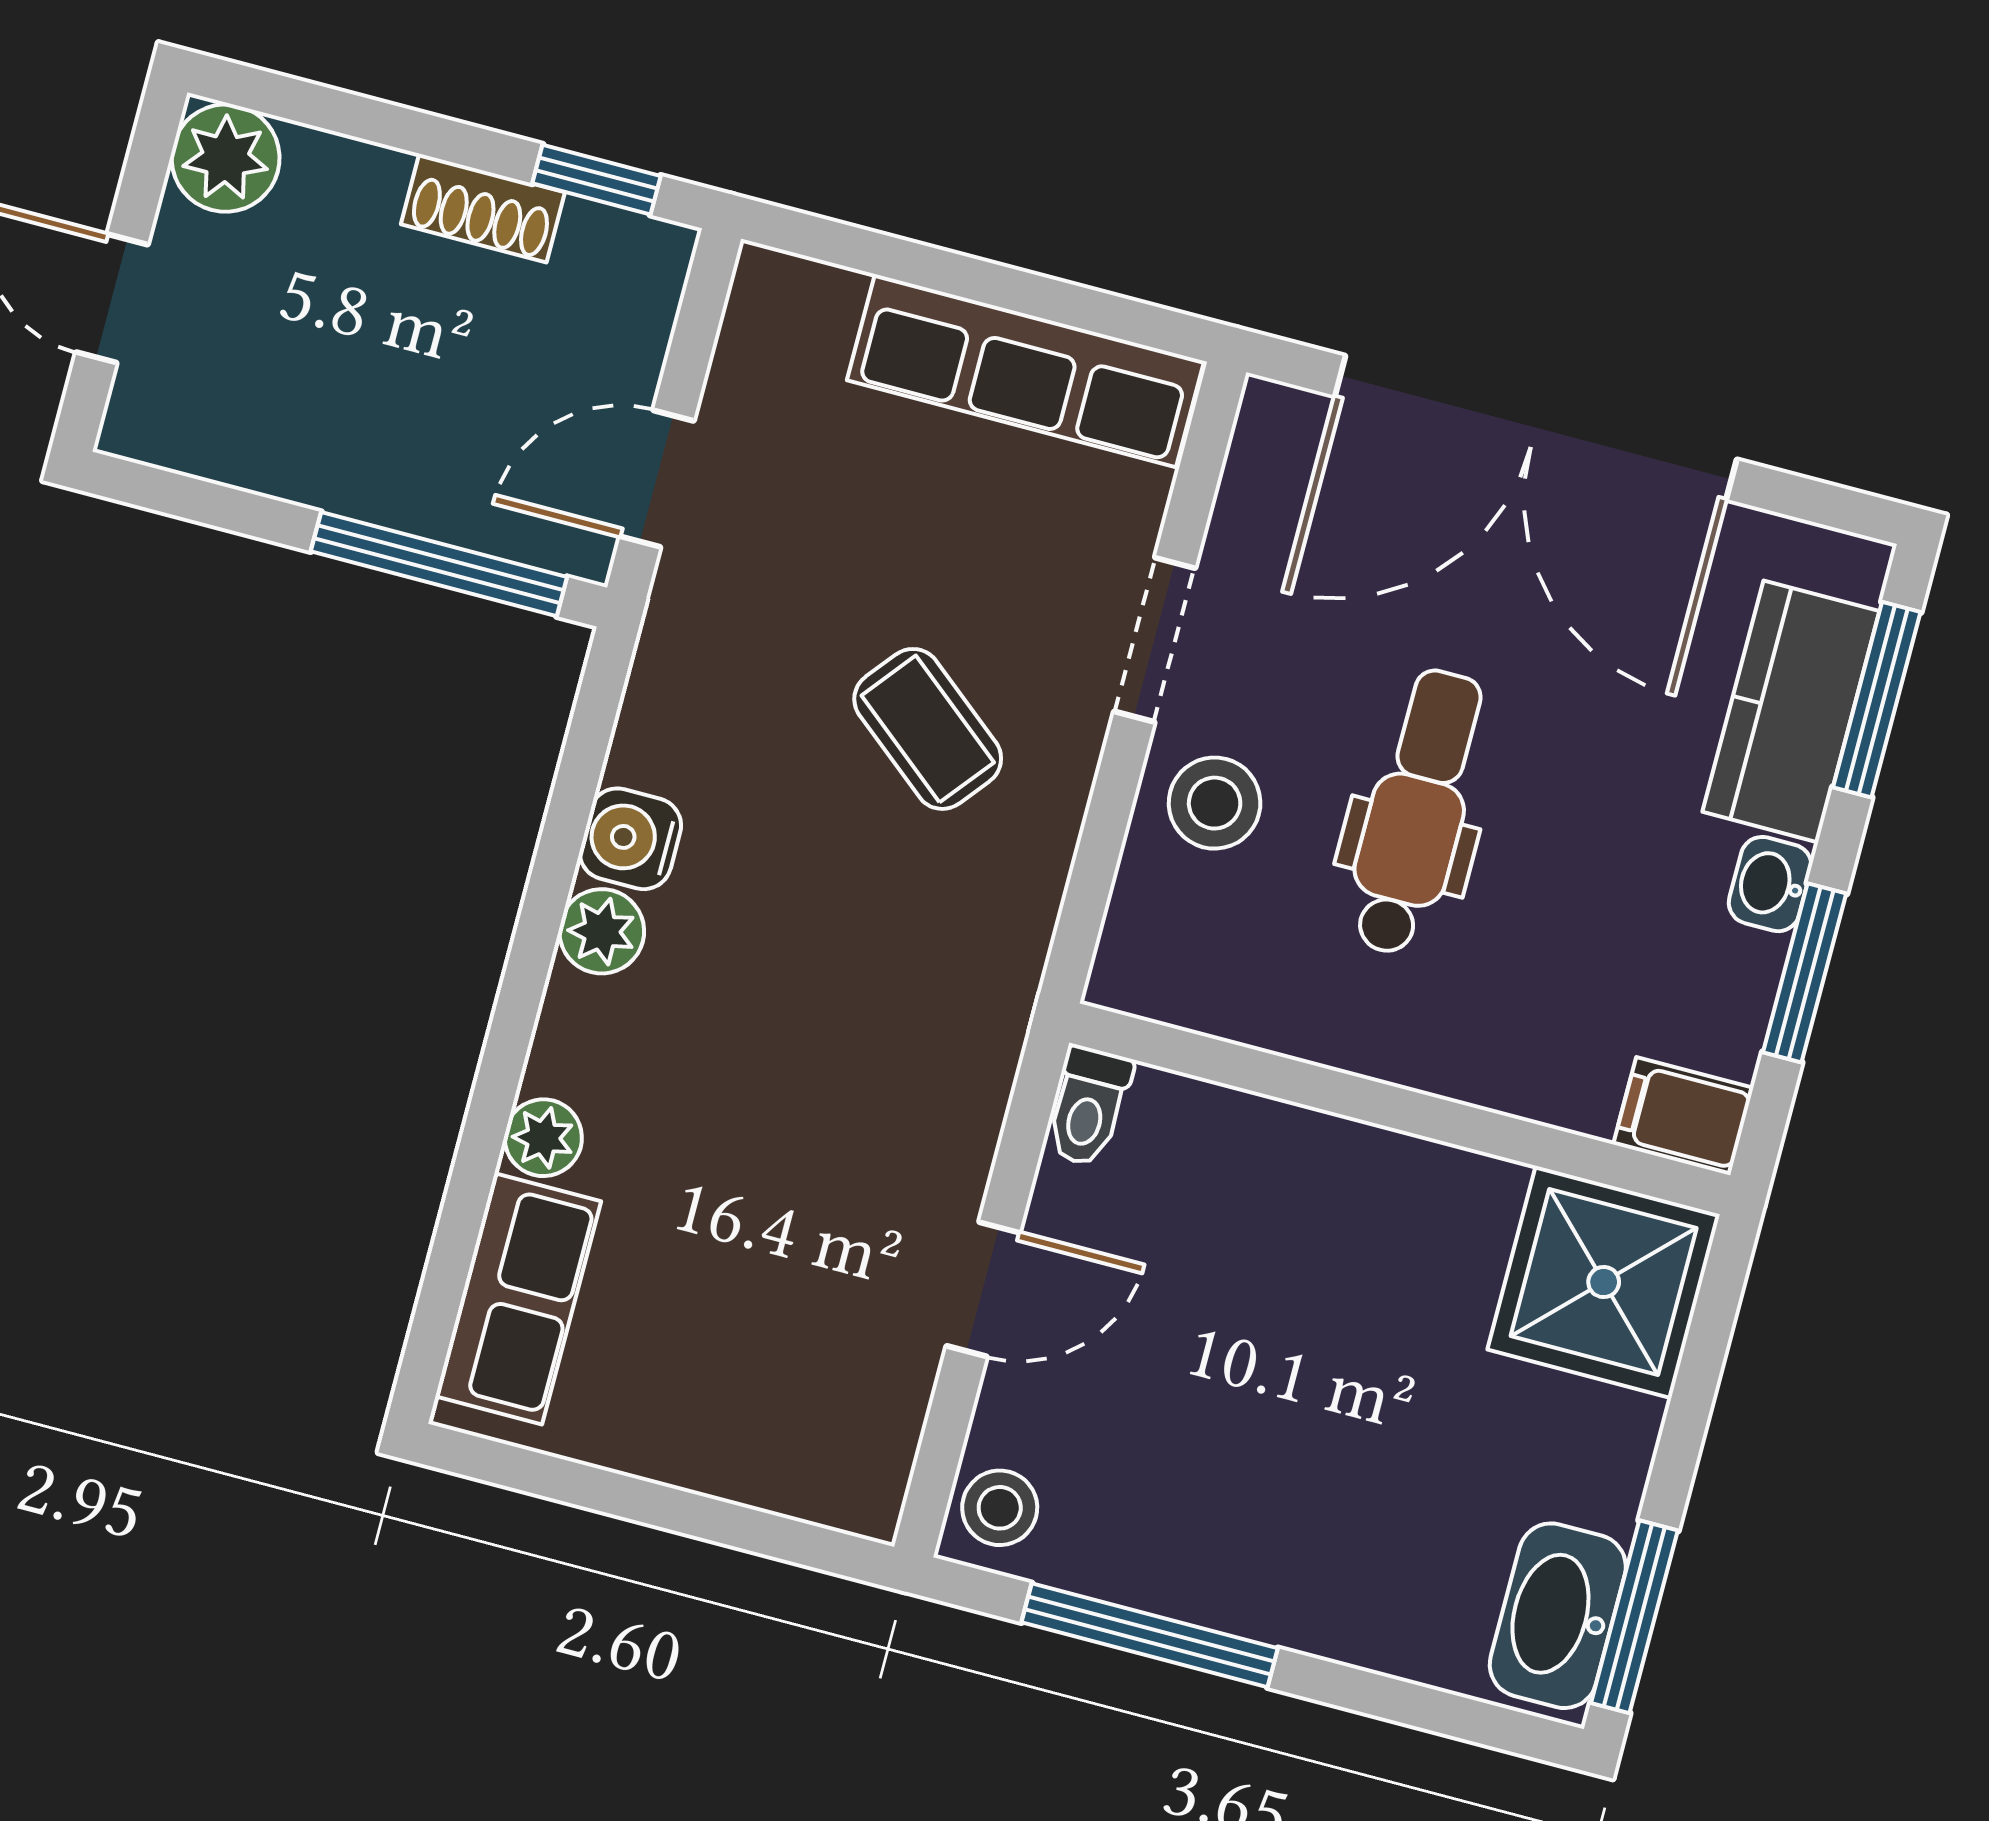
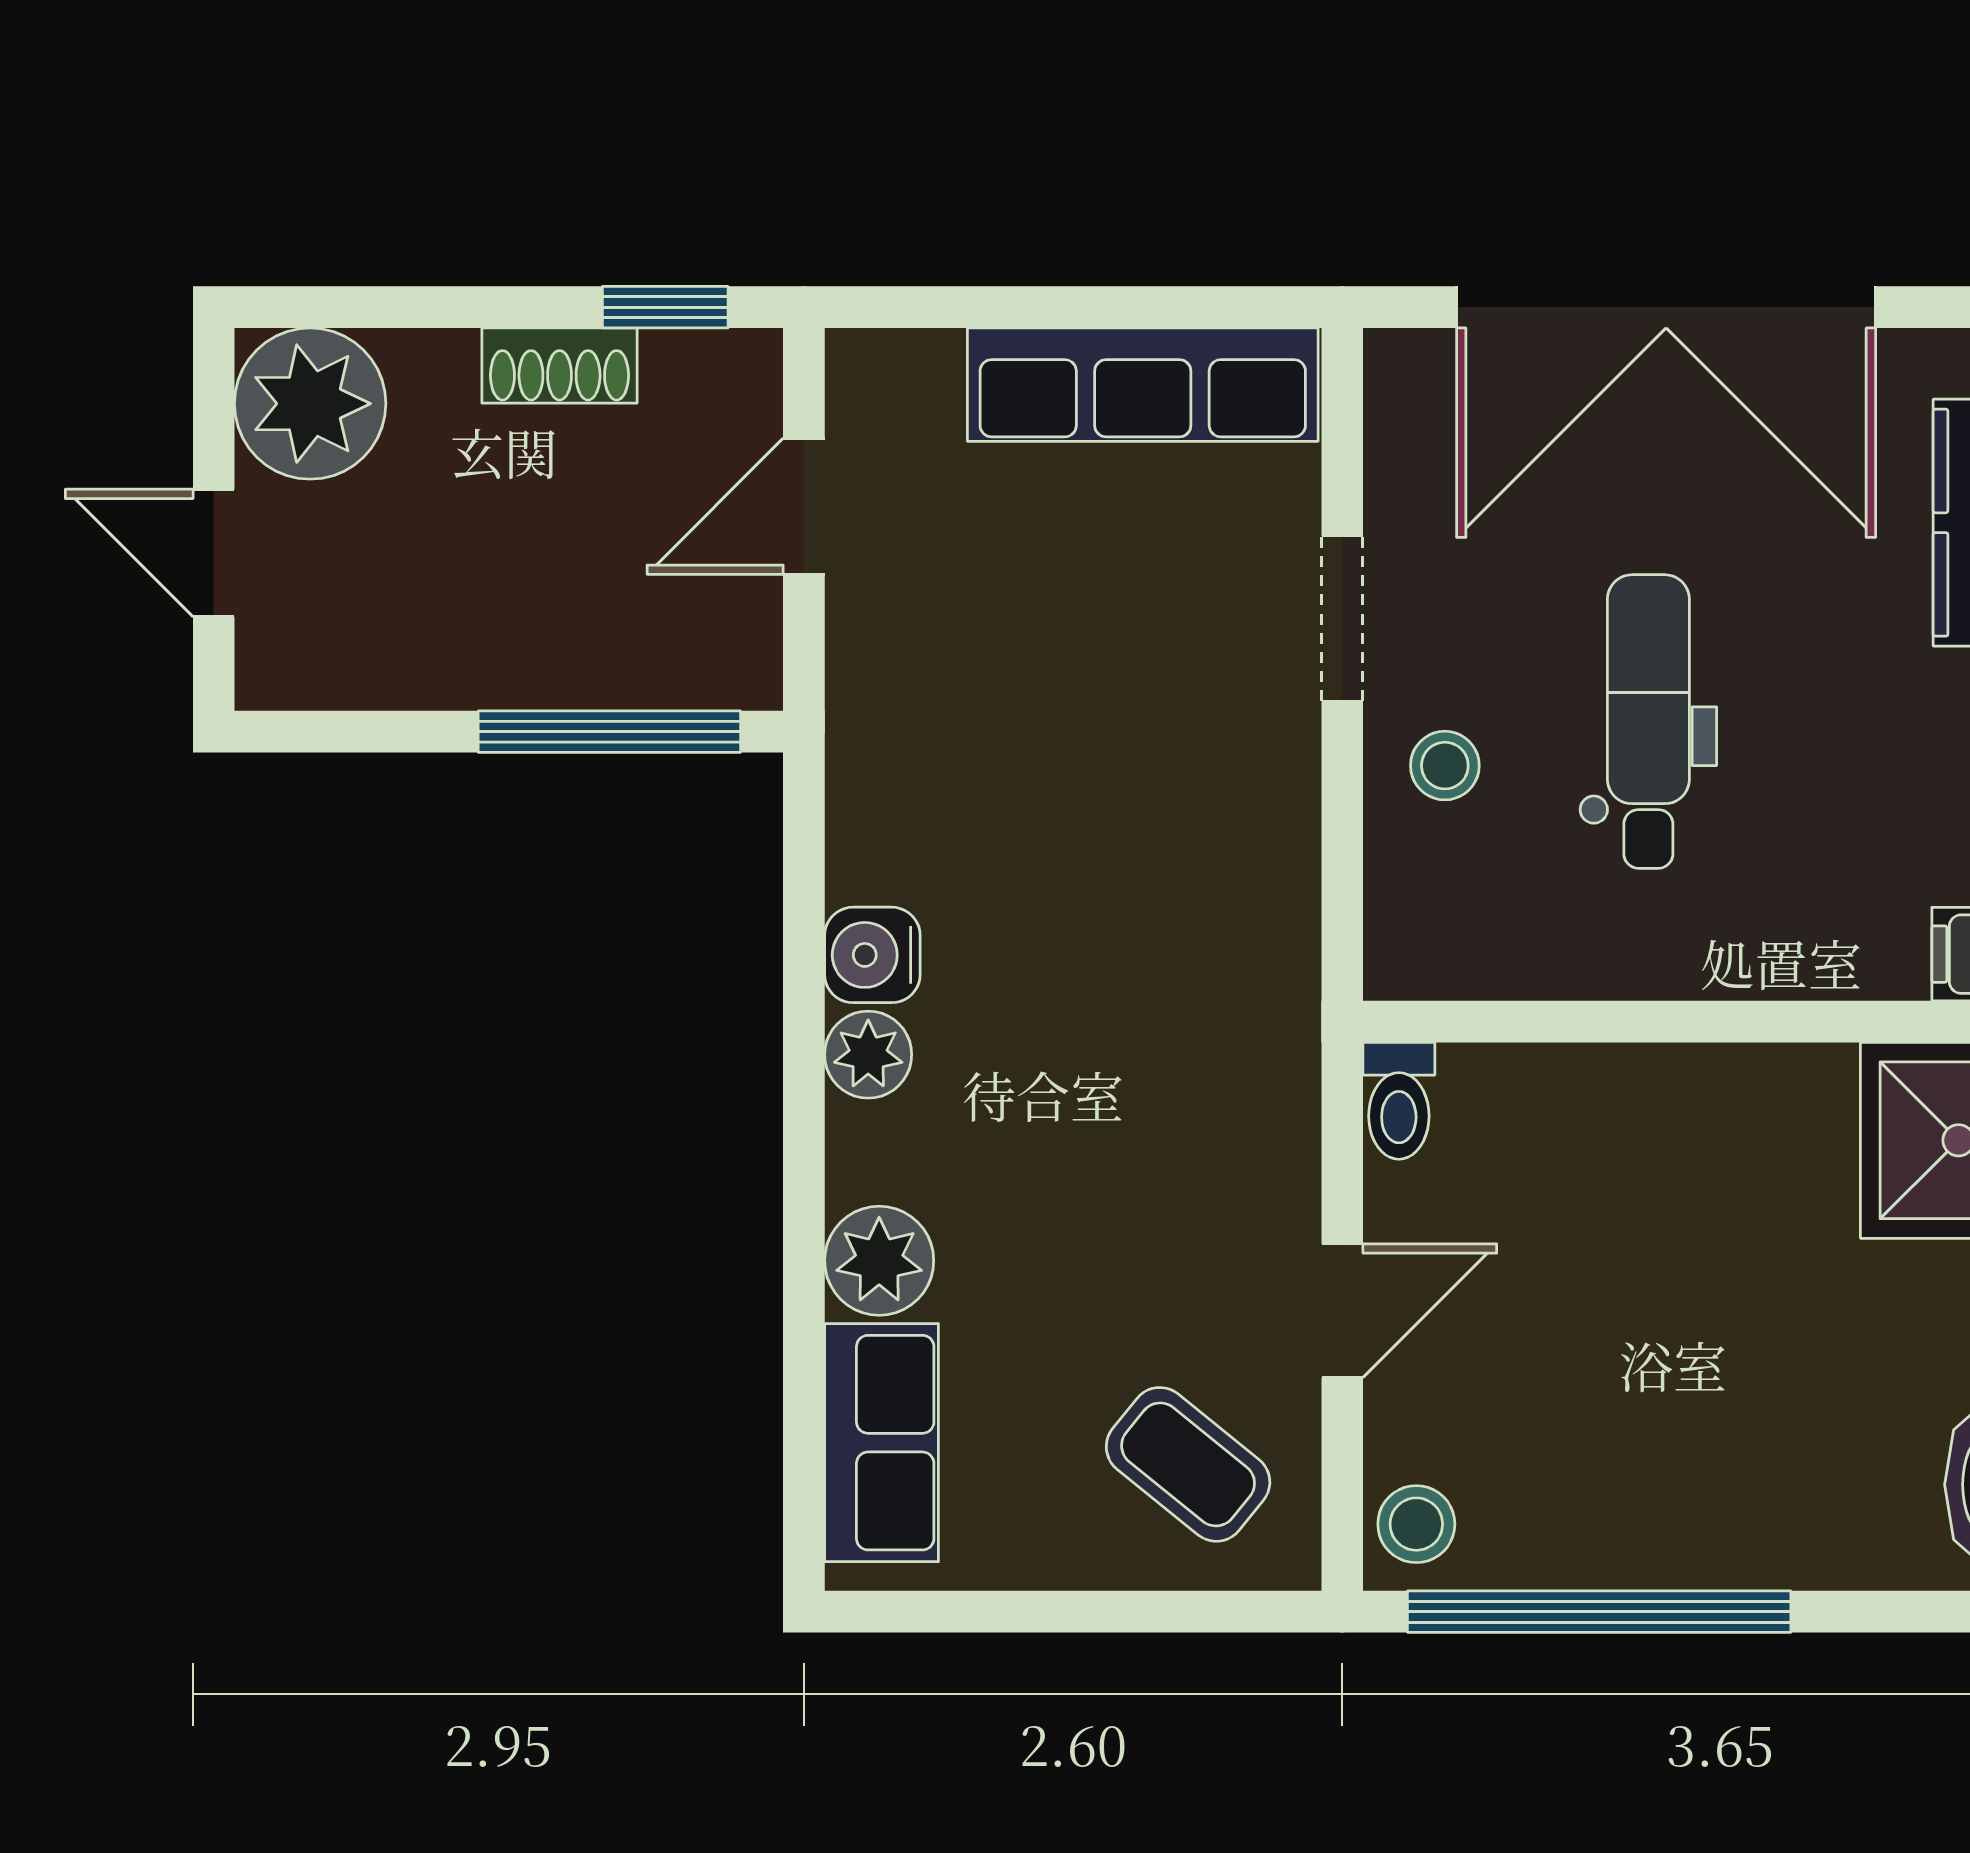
plant: (226, 158) -> (310, 404), width x1.36, depth x1.36
door: (657, 479) -> (804, 506), moved
coffee table: (928, 729) -> (1188, 1464), moved
stool: (1215, 803) -> (1445, 766), width x0.73, depth x0.73
plant: (543, 1138) -> (879, 1261), width x1.38, depth x1.38
window: (1150, 1635) -> (1599, 1612), width x1.46

